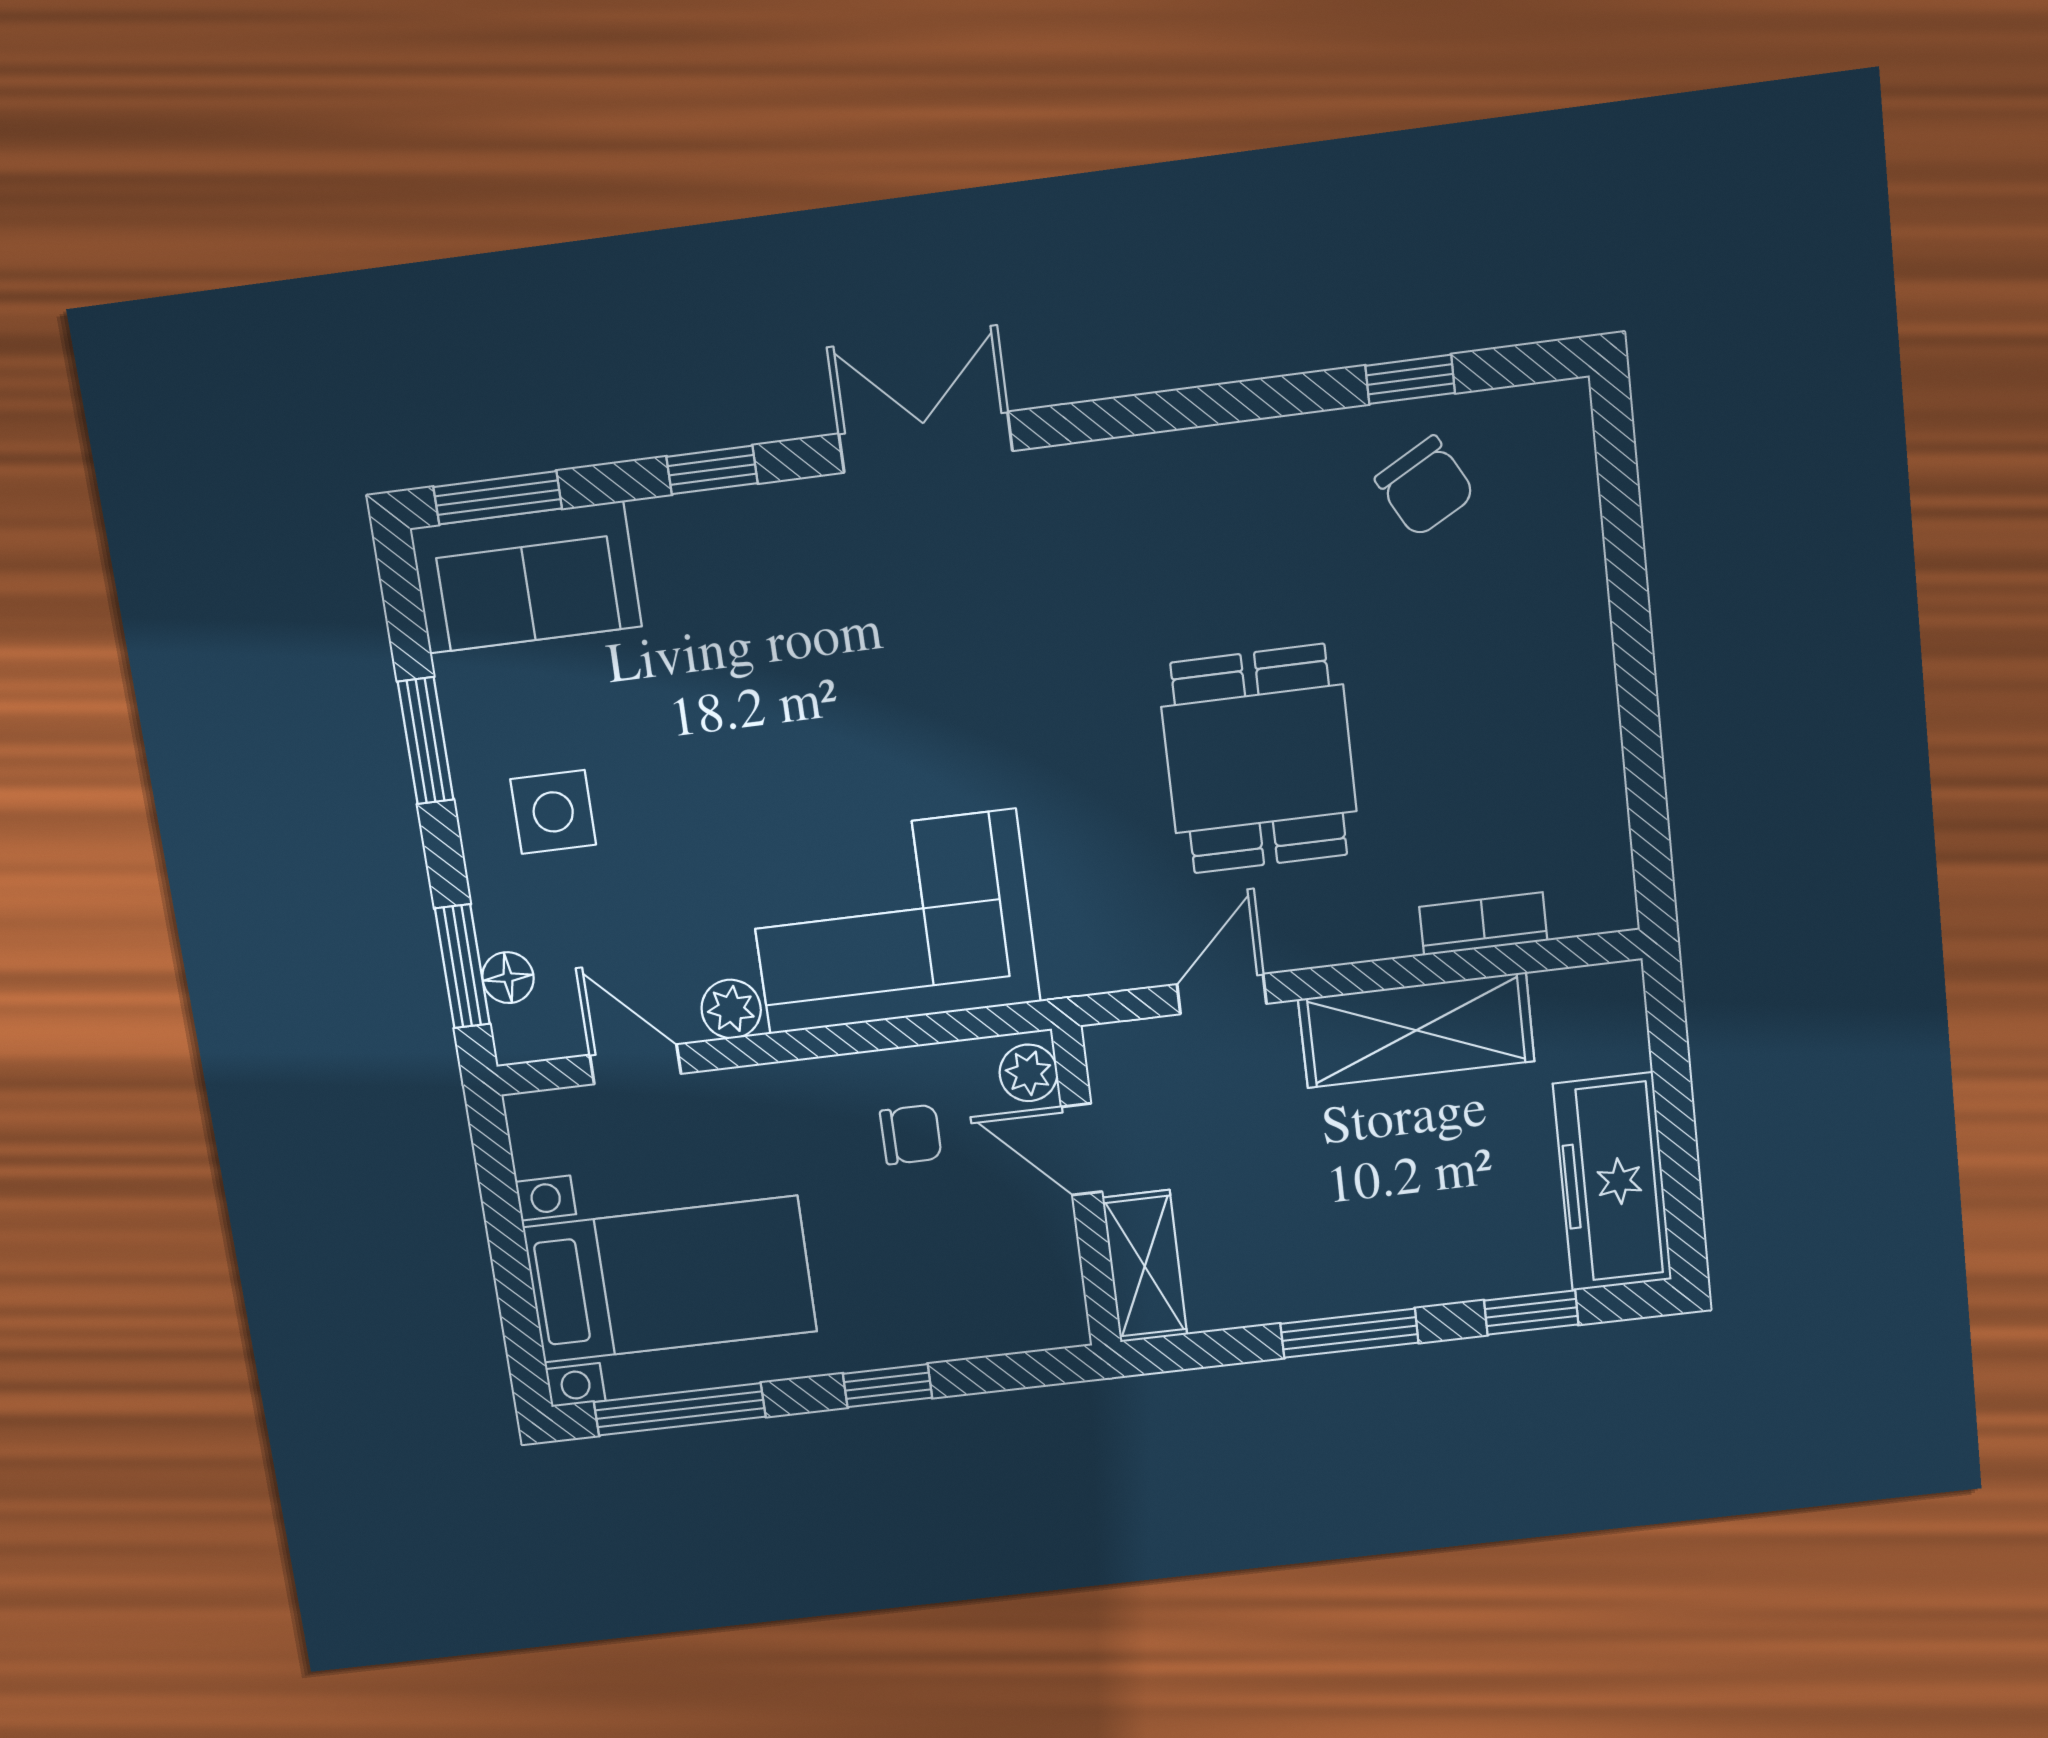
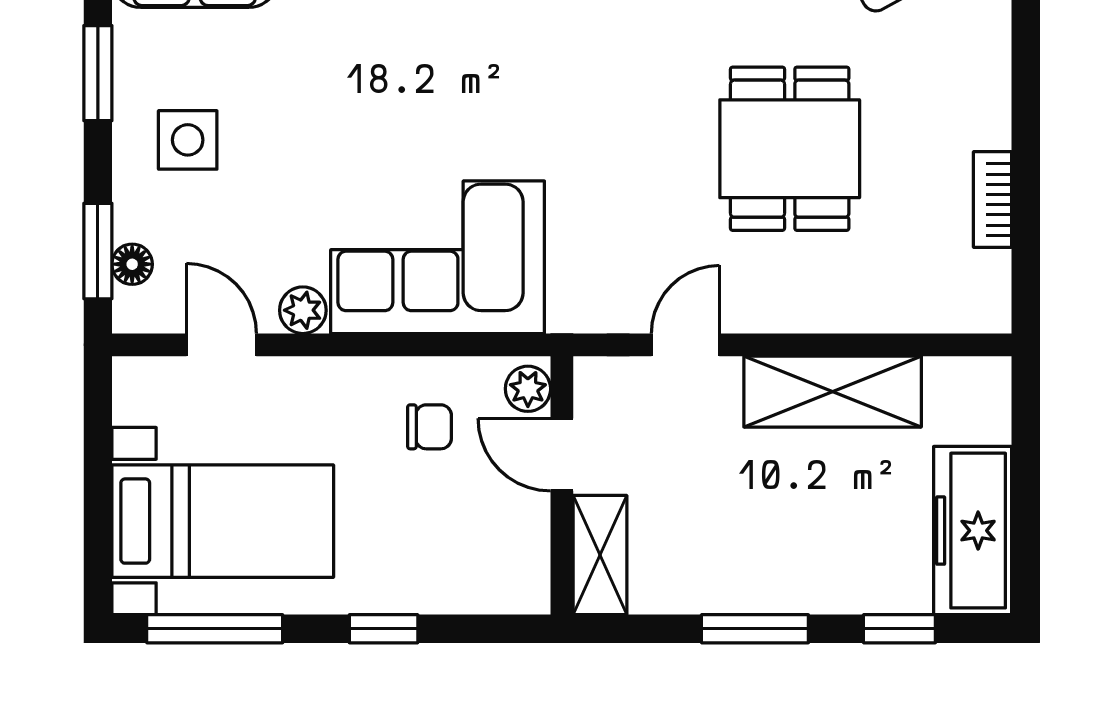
dining table: (1259, 759) -> (790, 149), moved
bookcase: (1483, 924) -> (993, 200), moved, turned -90

